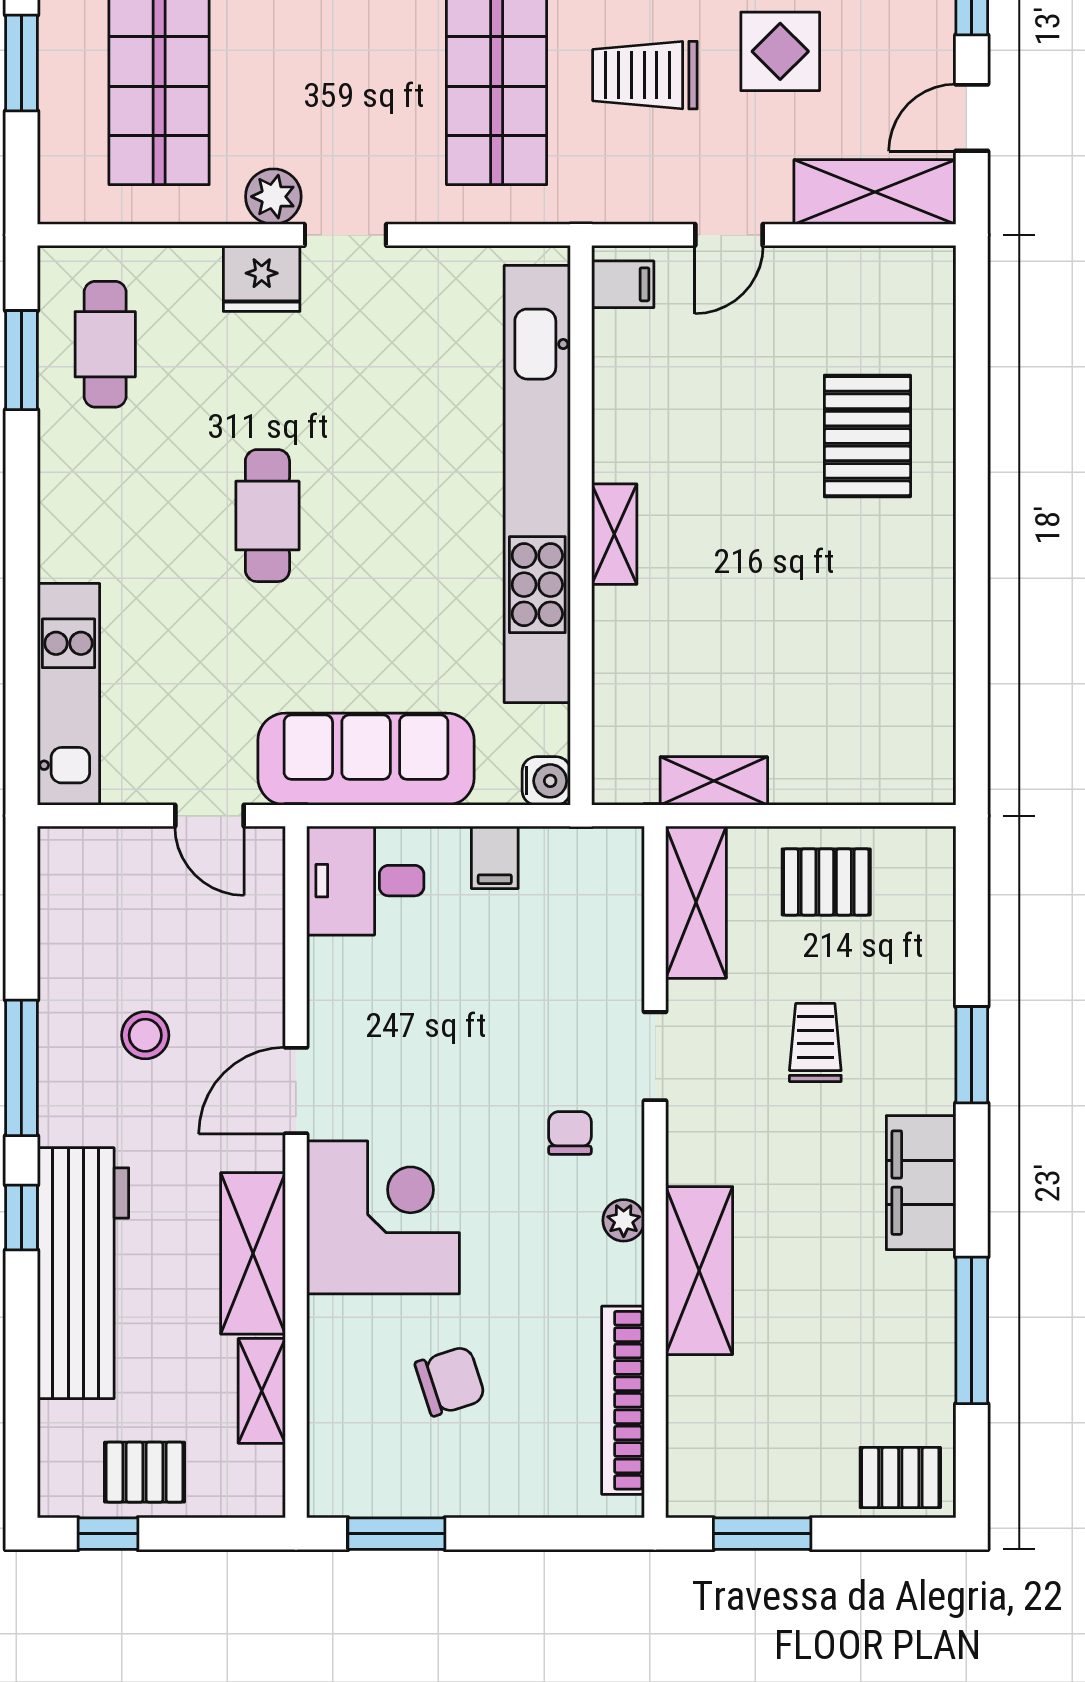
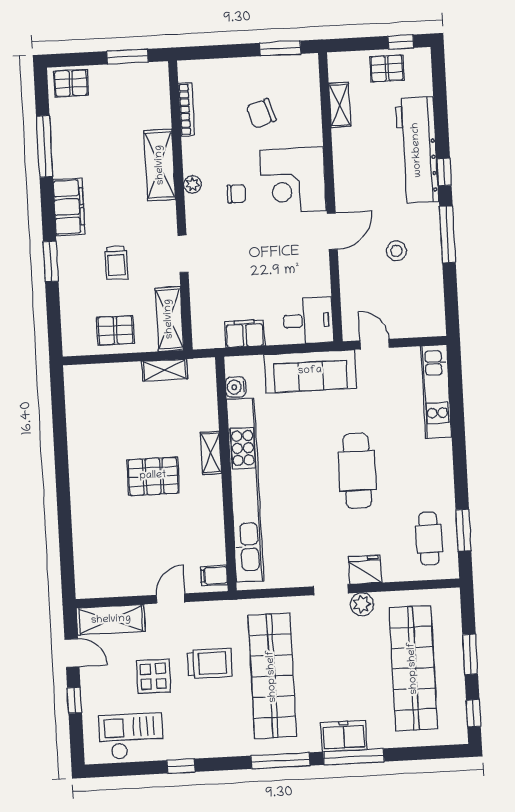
door: (972, 118) -> (72, 653), hinge flipped
pallet: (867, 436) -> (153, 476), moved, turned 90
cafe table: (267, 516) -> (357, 471), width x1.37, depth x1.35
shelving: (614, 534) -> (211, 453), moved
water cooler: (546, 781) -> (236, 387), moved
filing cabinet: (495, 857) -> (245, 334), width x2.00
chair: (570, 1133) -> (236, 194), moved, turned -90
shelving: (253, 1253) -> (346, 162), removed
bookcase: (623, 1400) -> (186, 109), width x0.68, depth x0.76

